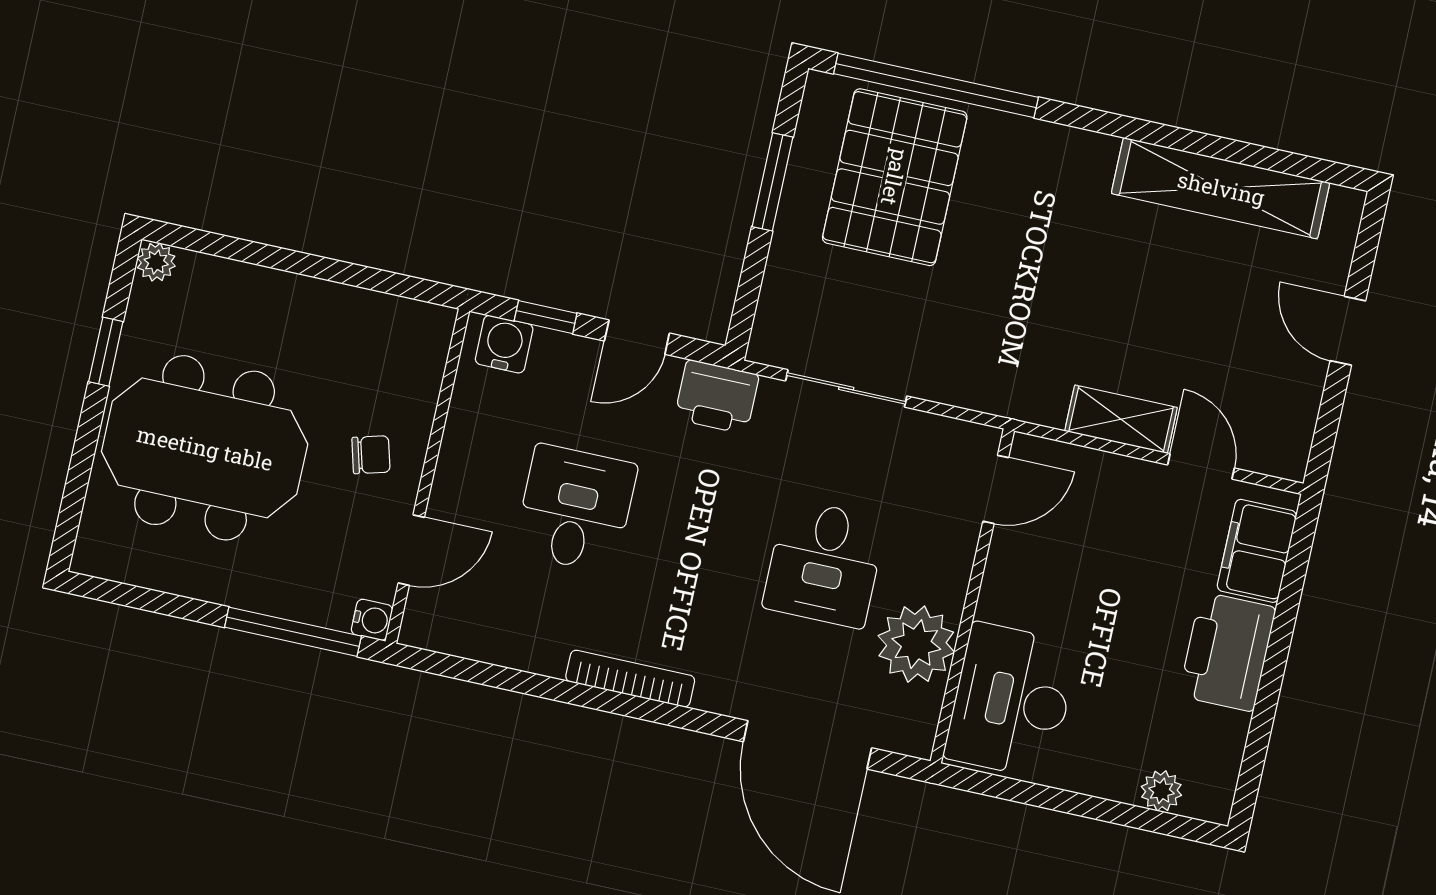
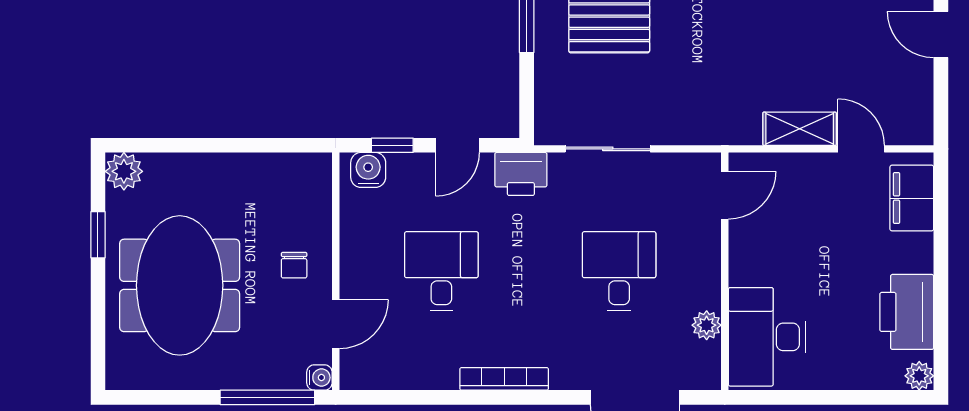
plant: (156, 262) -> (124, 171), width x1.38, depth x1.38
meeting table: (205, 448) -> (180, 285), turned 90
chair: (371, 455) -> (294, 265), turned 105
desk: (824, 563) -> (619, 271), turned 180
plant: (916, 644) -> (707, 325), width x0.53, depth x0.53
printer: (1227, 652) -> (907, 312), moved
plant: (1161, 791) -> (919, 376), moved

